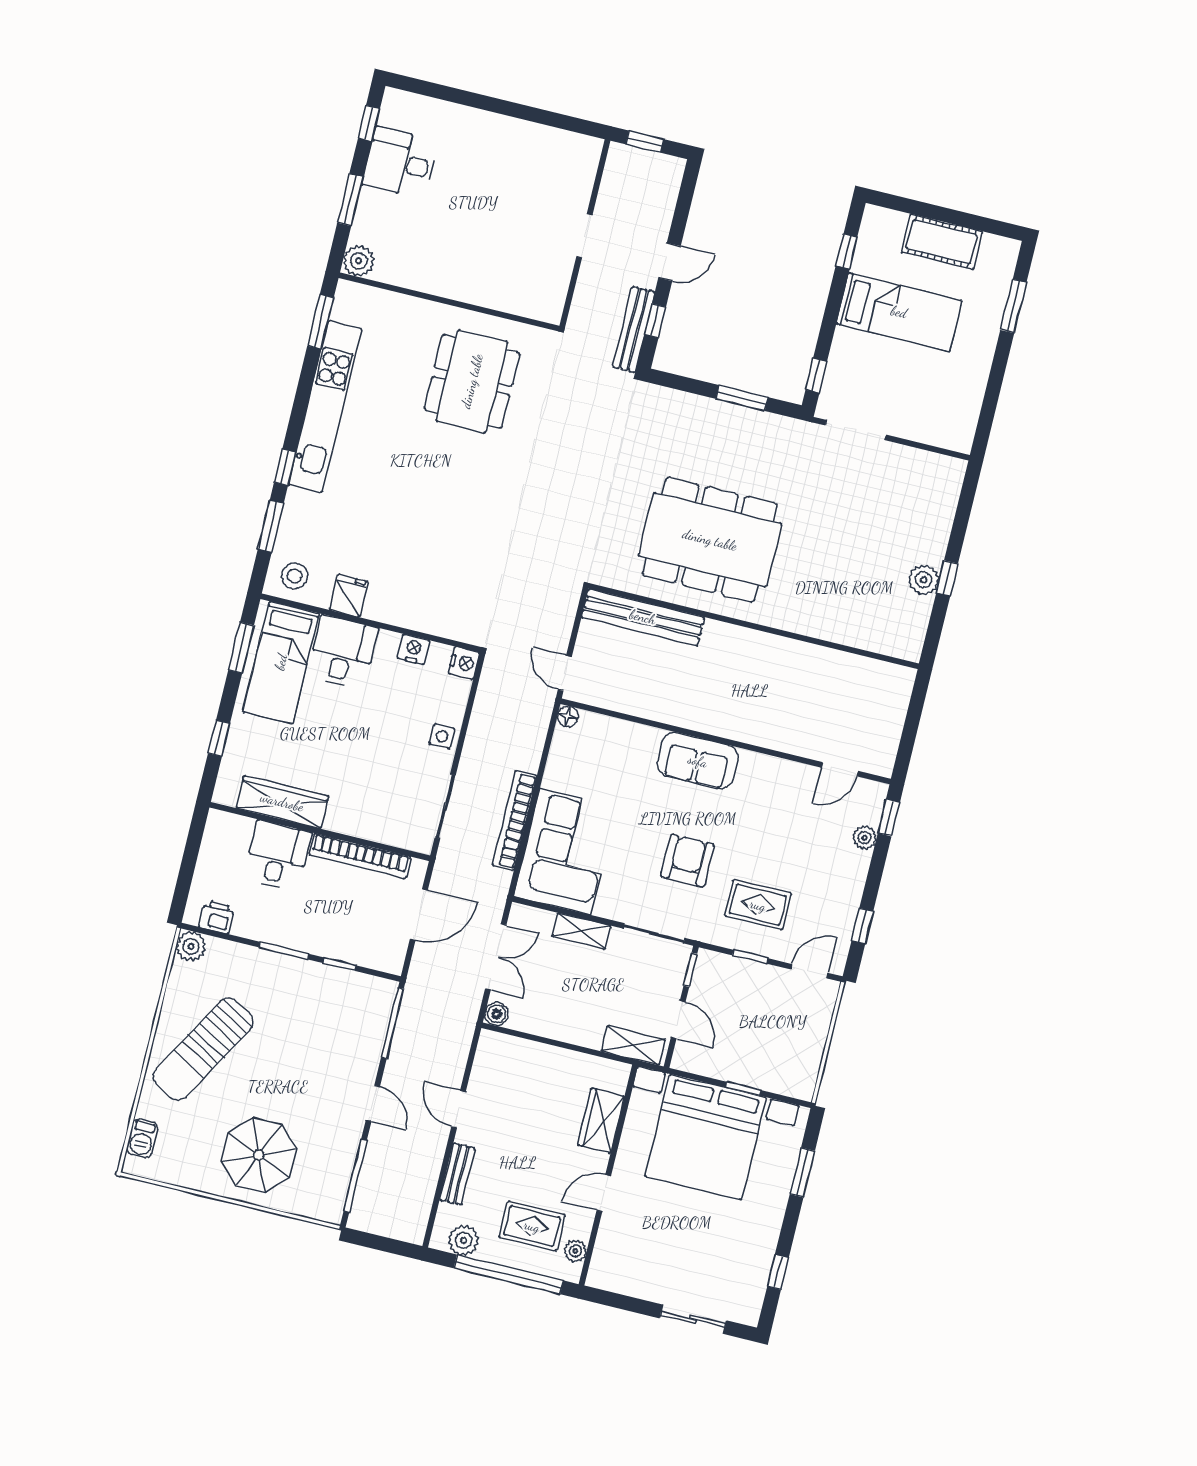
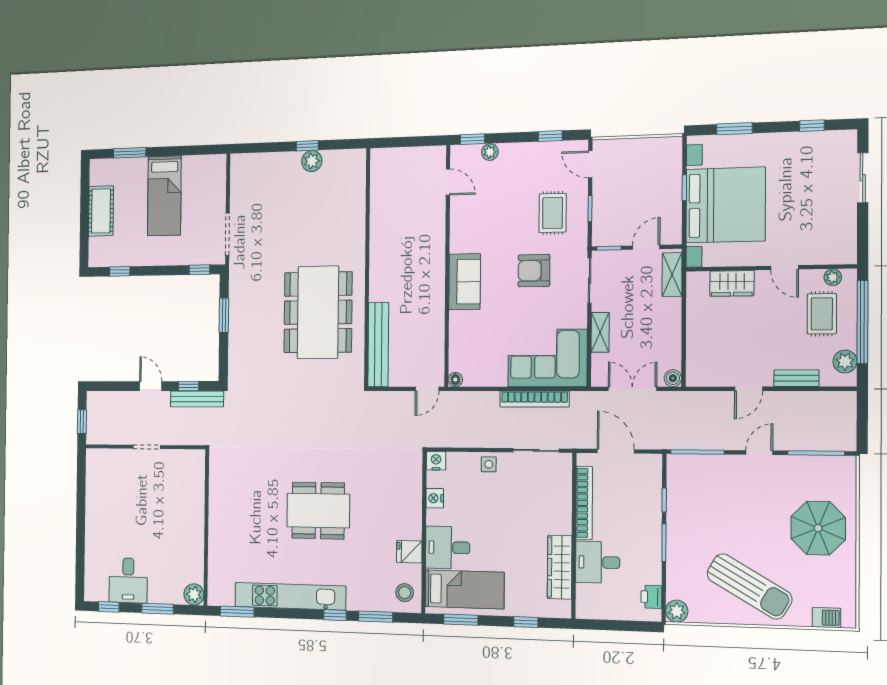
bed: (899, 312) -> (164, 196), moved, turned 180
dining table: (472, 381) -> (318, 511), moved

